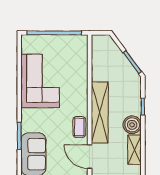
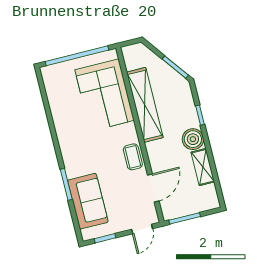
corner sofa: (40, 81) -> (105, 95), moved, turned 180
shelving: (100, 112) -> (145, 105), moved
door: (90, 157) -> (153, 188), swing flipped

